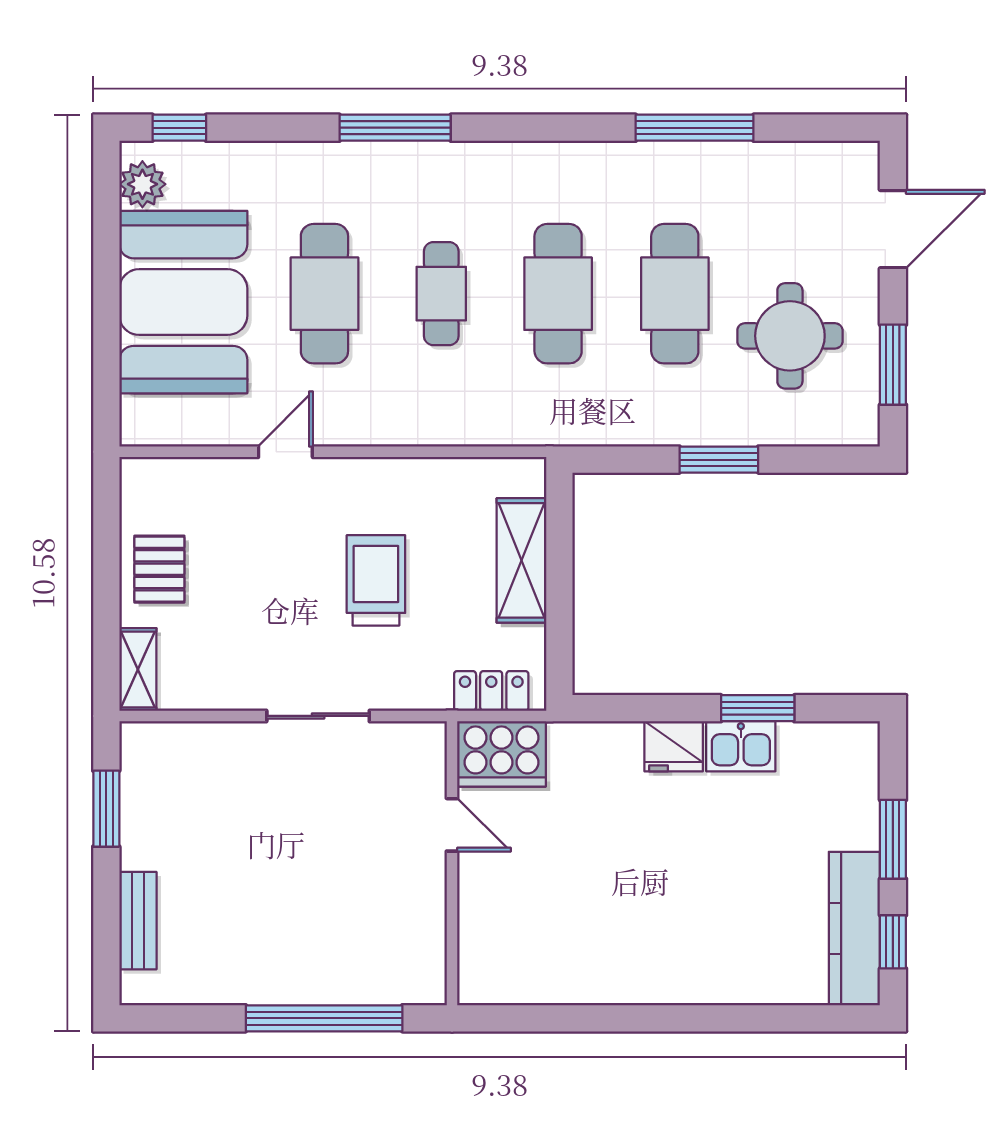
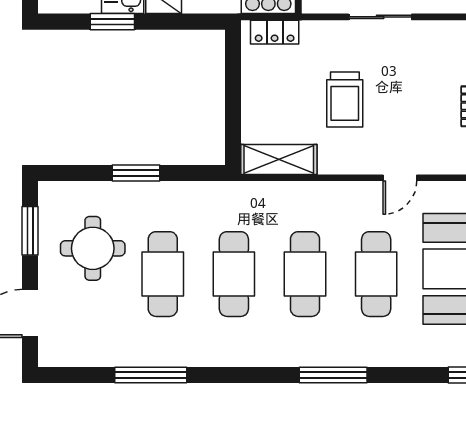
cafe table: (441, 294) -> (305, 274), width x1.37, depth x1.35
shelving: (522, 560) -> (279, 159), moved, turned 90

